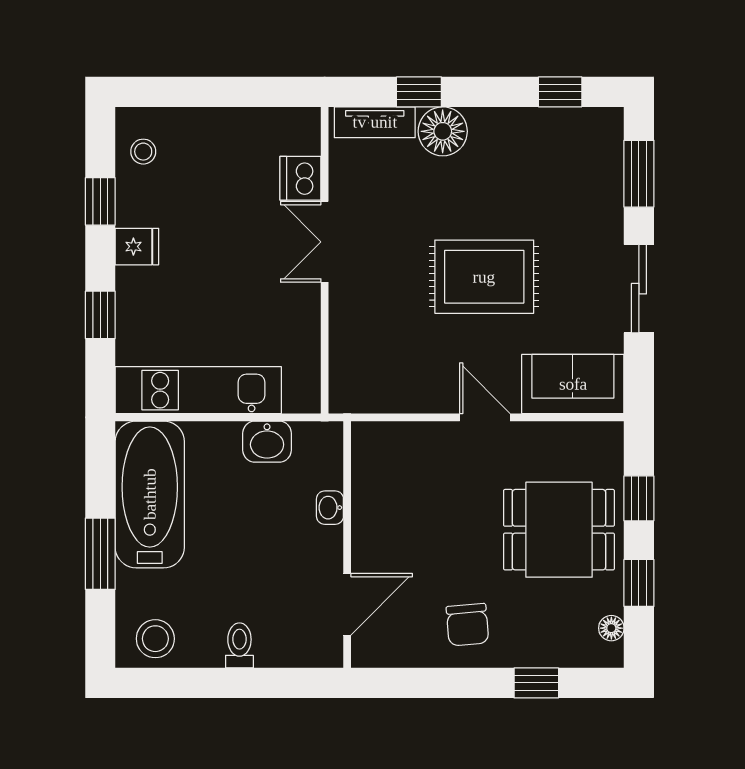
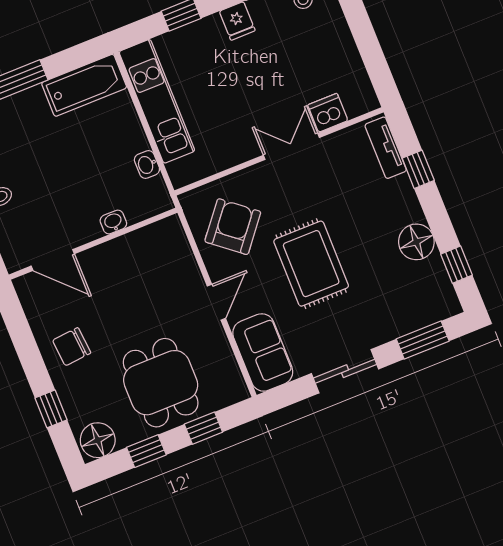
floor lamp: (443, 131) -> (416, 242), moved
armchair: (397, 358) -> (233, 227), added
washbasin: (267, 442) -> (147, 164), width x0.72, depth x0.69
bathtub: (150, 494) -> (84, 85), width x0.73, depth x0.73
floor lamp: (611, 628) -> (98, 440), width x1.89, depth x1.89

